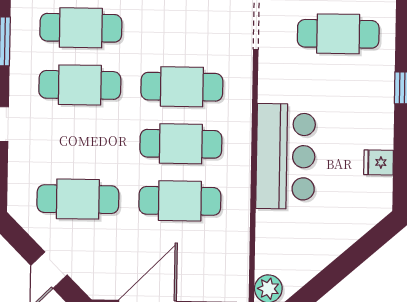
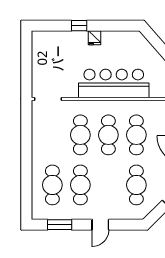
cafe table: (338, 34) -> (53, 59), removed
bar counter: (286, 156) -> (114, 83), width x1.36
fridge: (379, 162) -> (94, 38), moved

